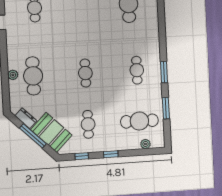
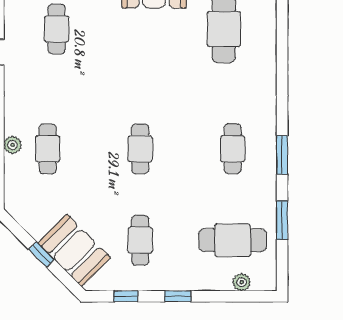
cafe table: (33, 76) -> (48, 149), width x0.73, depth x0.74
dresser: (26, 118) -> (31, 223), removed
window: (33, 136) -> (41, 255), width x0.46

